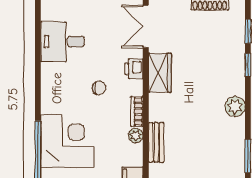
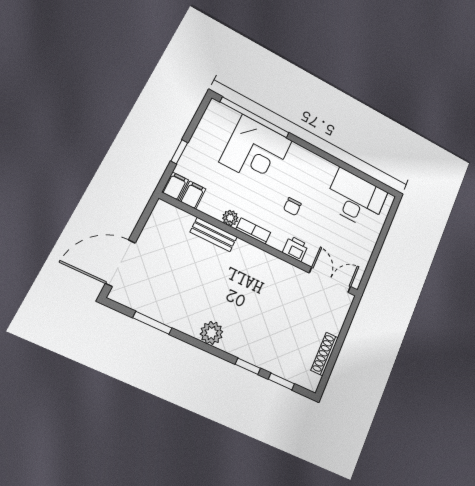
desk: (62, 42) -> (356, 199), width x1.37
wardrobe: (160, 73) -> (280, 272), removed

